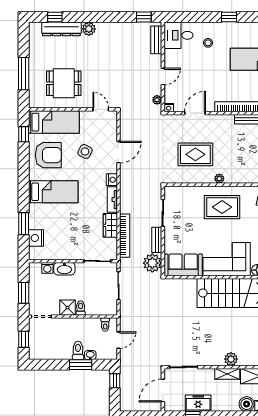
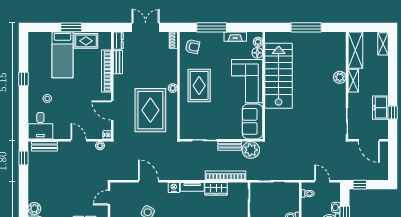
rug: (195, 154) -> (150, 110), width x1.37, depth x1.44
boiler: (247, 404) -> (381, 63), removed

